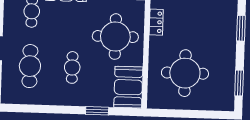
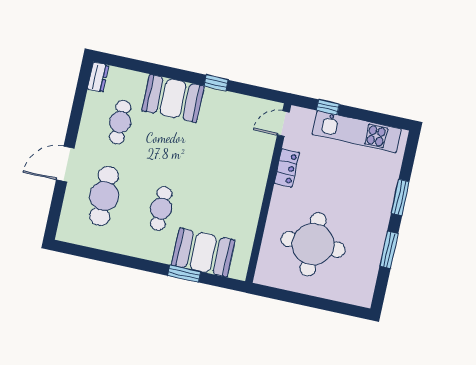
round table: (115, 37) -> (228, 177), removed
window: (239, 83) -> (389, 250), moved
booth: (128, 87) -> (203, 252), moved, turned 90

